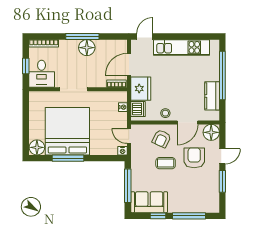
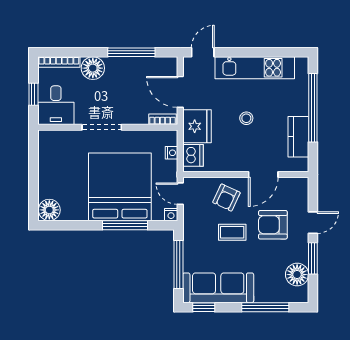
window: (82, 36) -> (131, 52), moved
floor lamp: (87, 48) -> (93, 68), moved
door: (129, 64) -> (180, 92), hinge flipped
stool: (165, 113) -> (246, 118), moved
bed: (67, 131) -> (120, 187), moved
floor lamp: (211, 132) -> (297, 275), moved
window: (68, 158) -> (125, 225), moved
armchair: (194, 158) -> (273, 225), turned -90
sofa: (149, 202) -> (218, 288), width x1.36
window: (158, 216) -> (204, 307), moved

